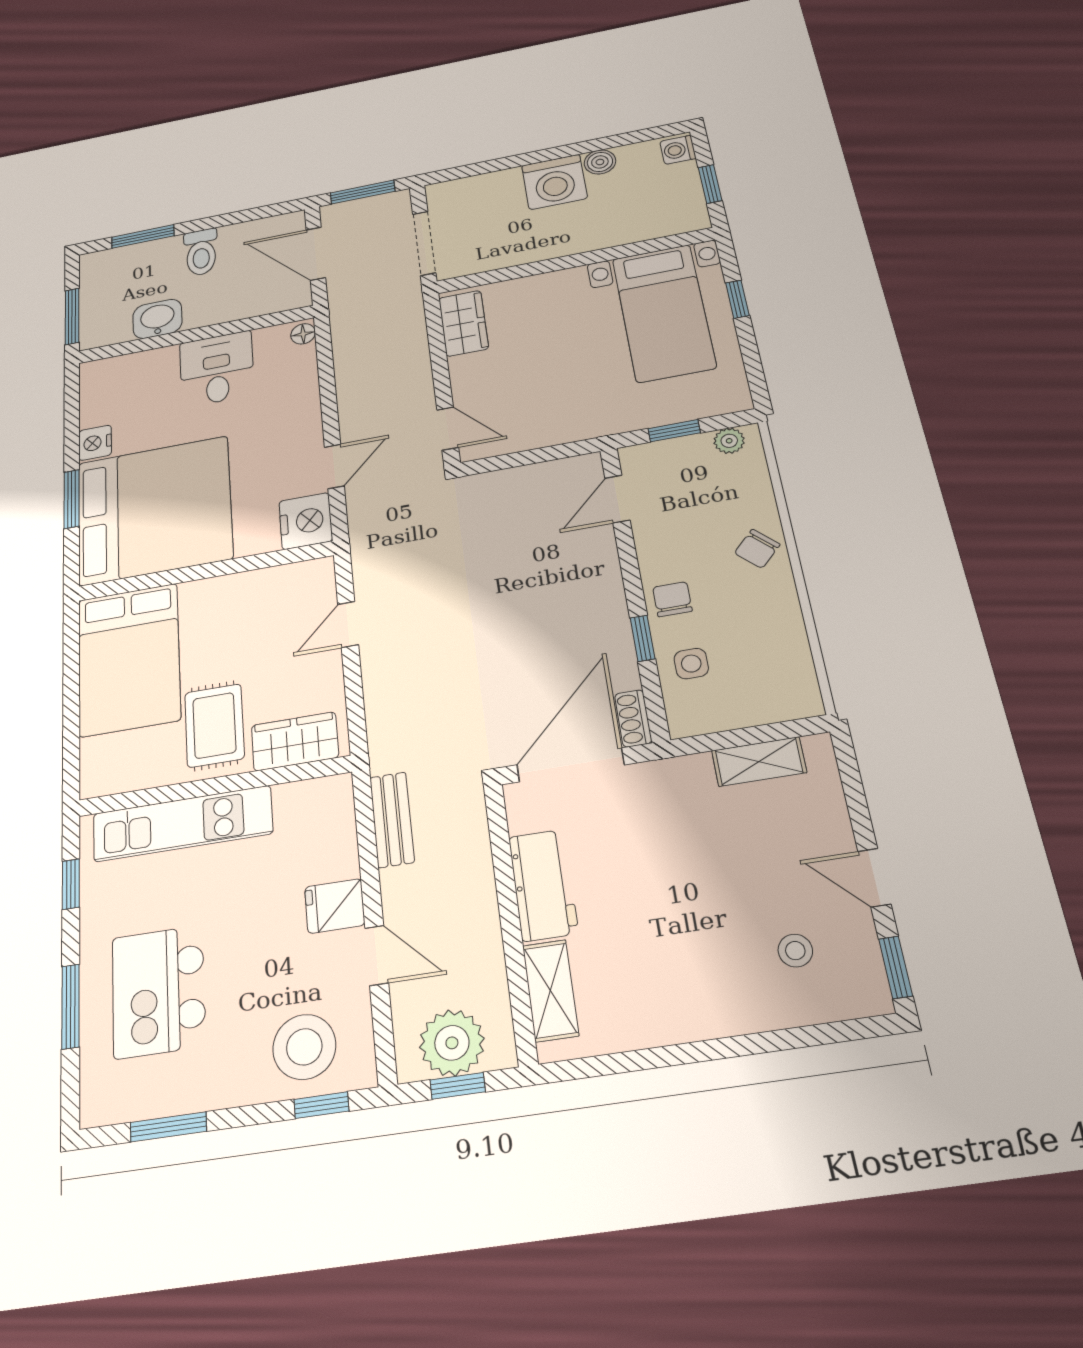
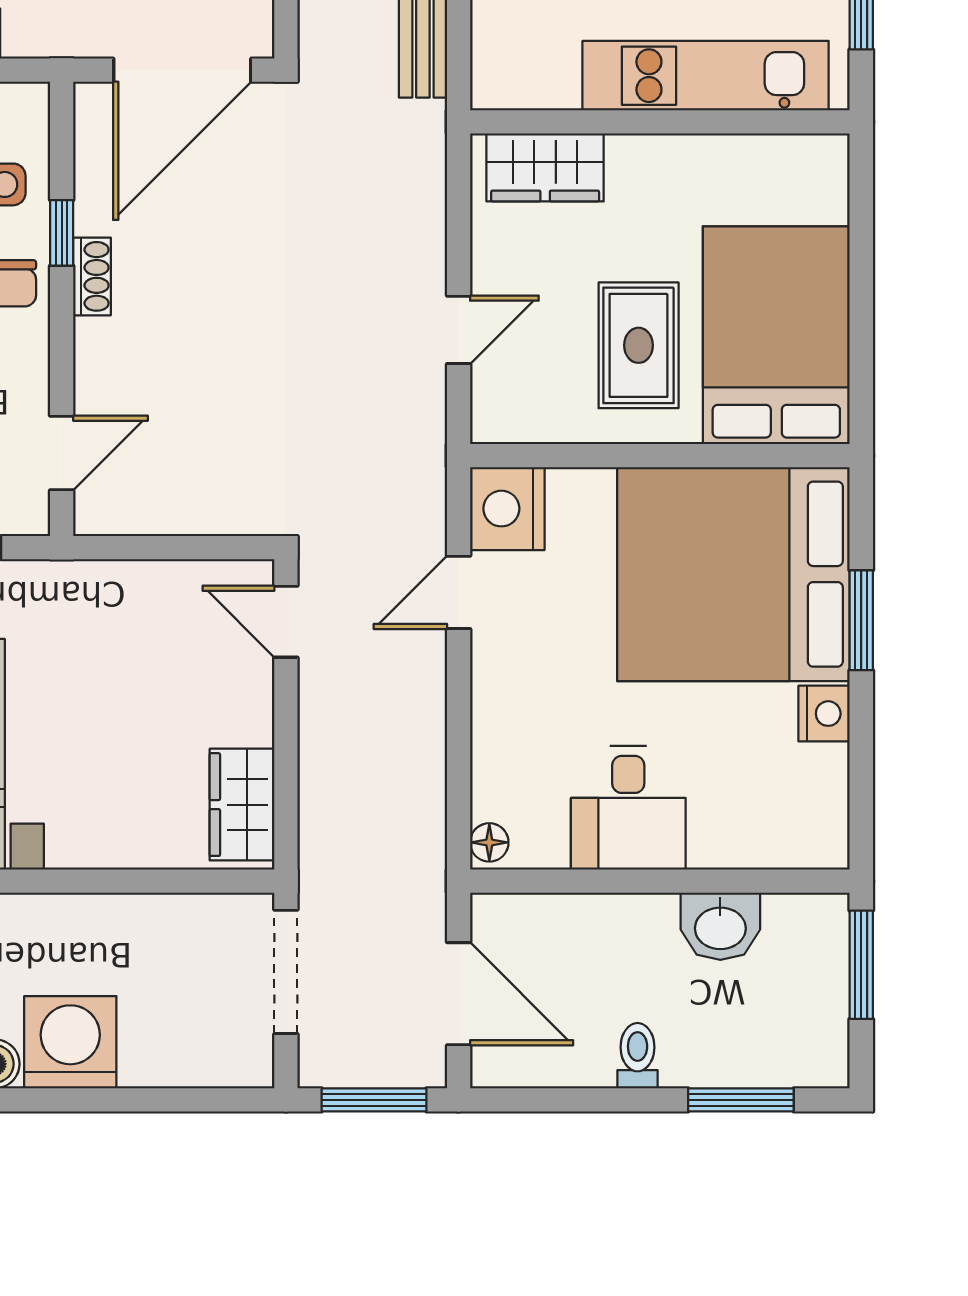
toilet: (201, 252) -> (638, 1056), width x0.73, depth x0.72
shoe rack: (633, 718) -> (92, 276), moved
rug: (214, 725) -> (639, 345), moved

